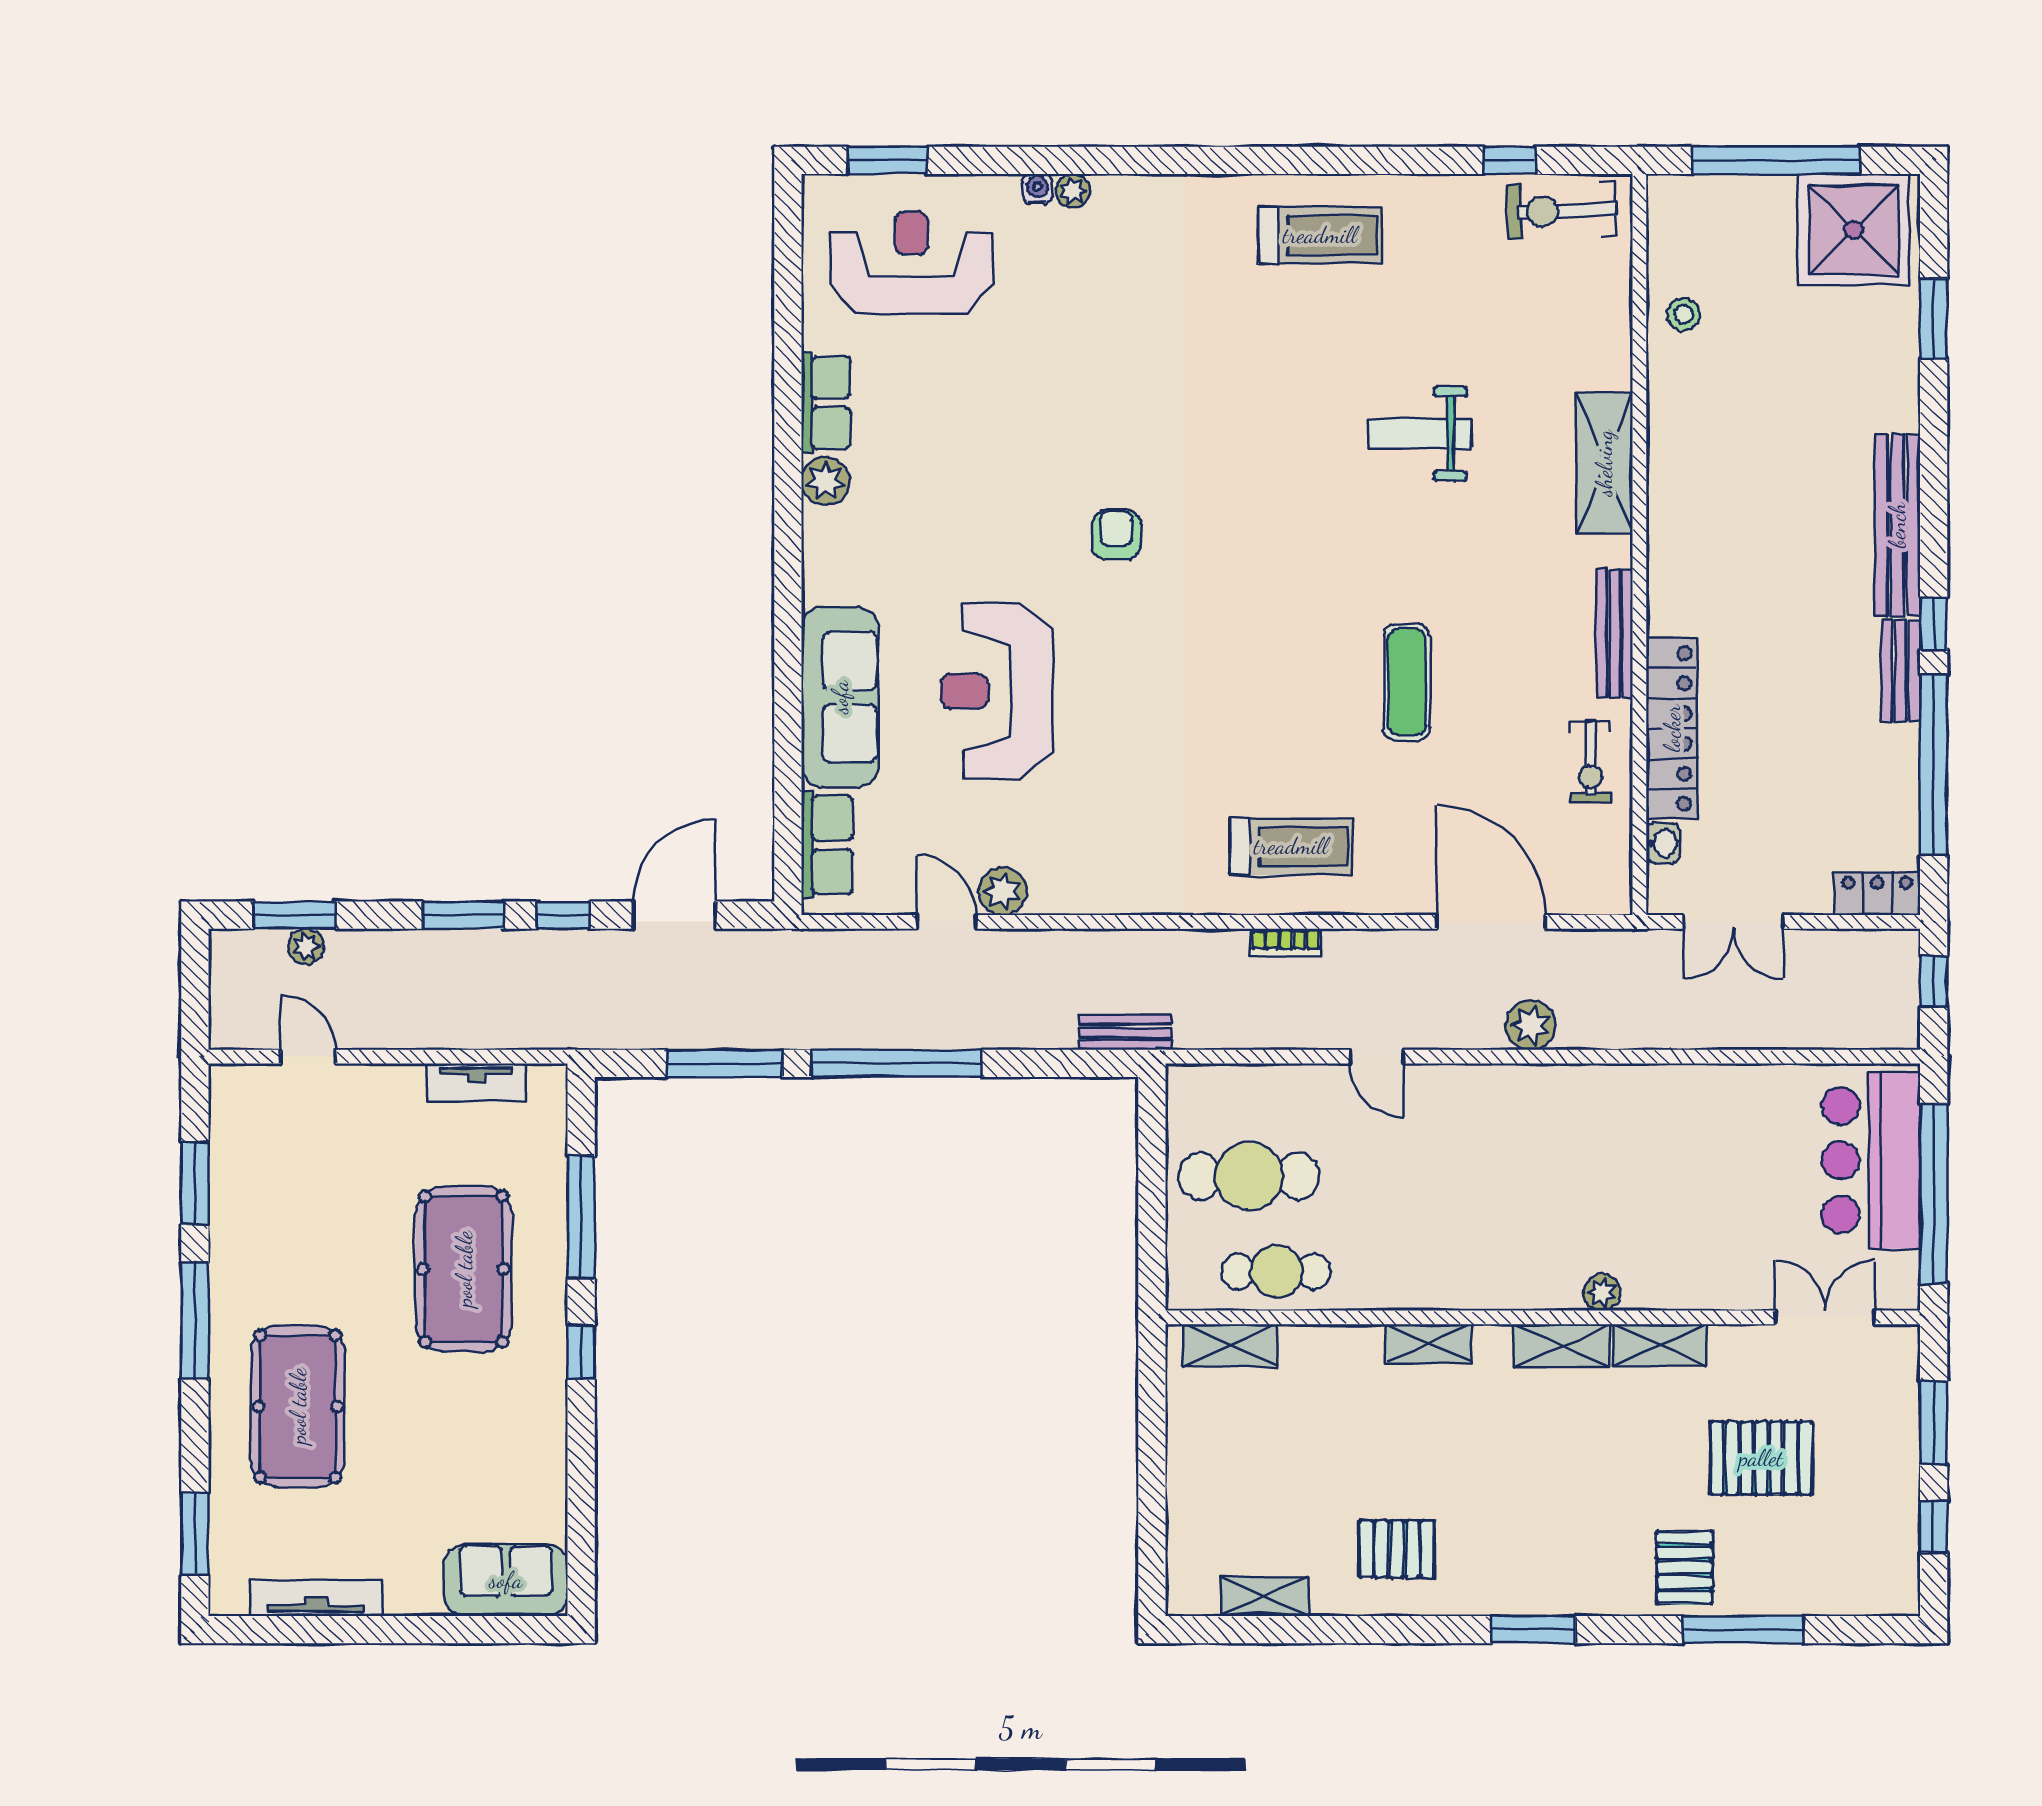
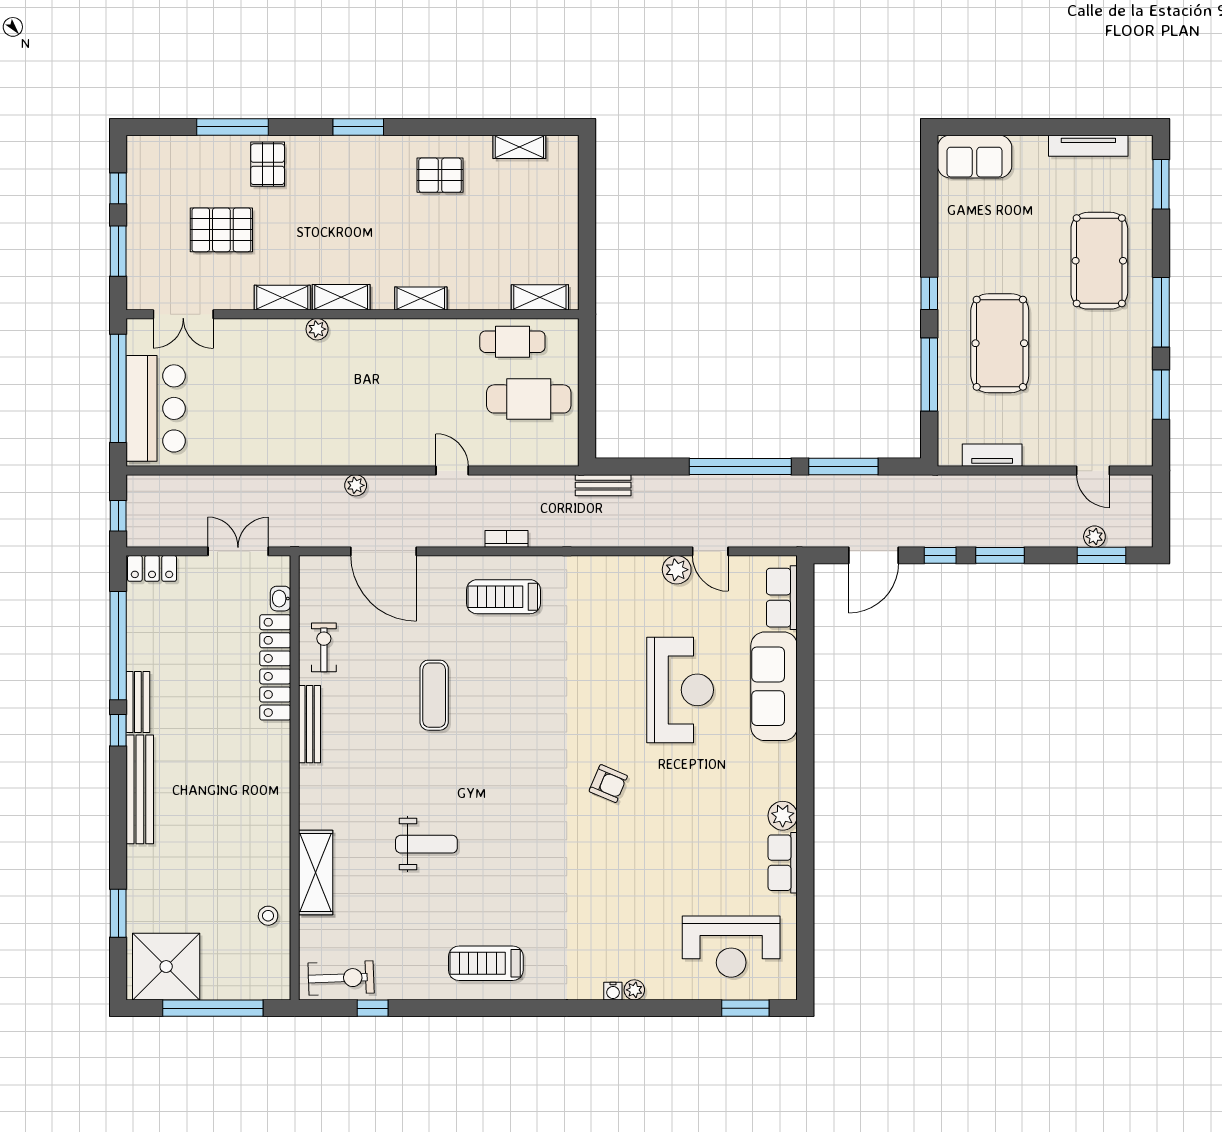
water cooler: (1037, 189) -> (613, 991), moved
shelving: (1604, 463) -> (316, 873), moved
armchair: (1116, 535) -> (608, 784), turned -67
plant: (1531, 1025) -> (356, 485), width x0.73, depth x0.73

